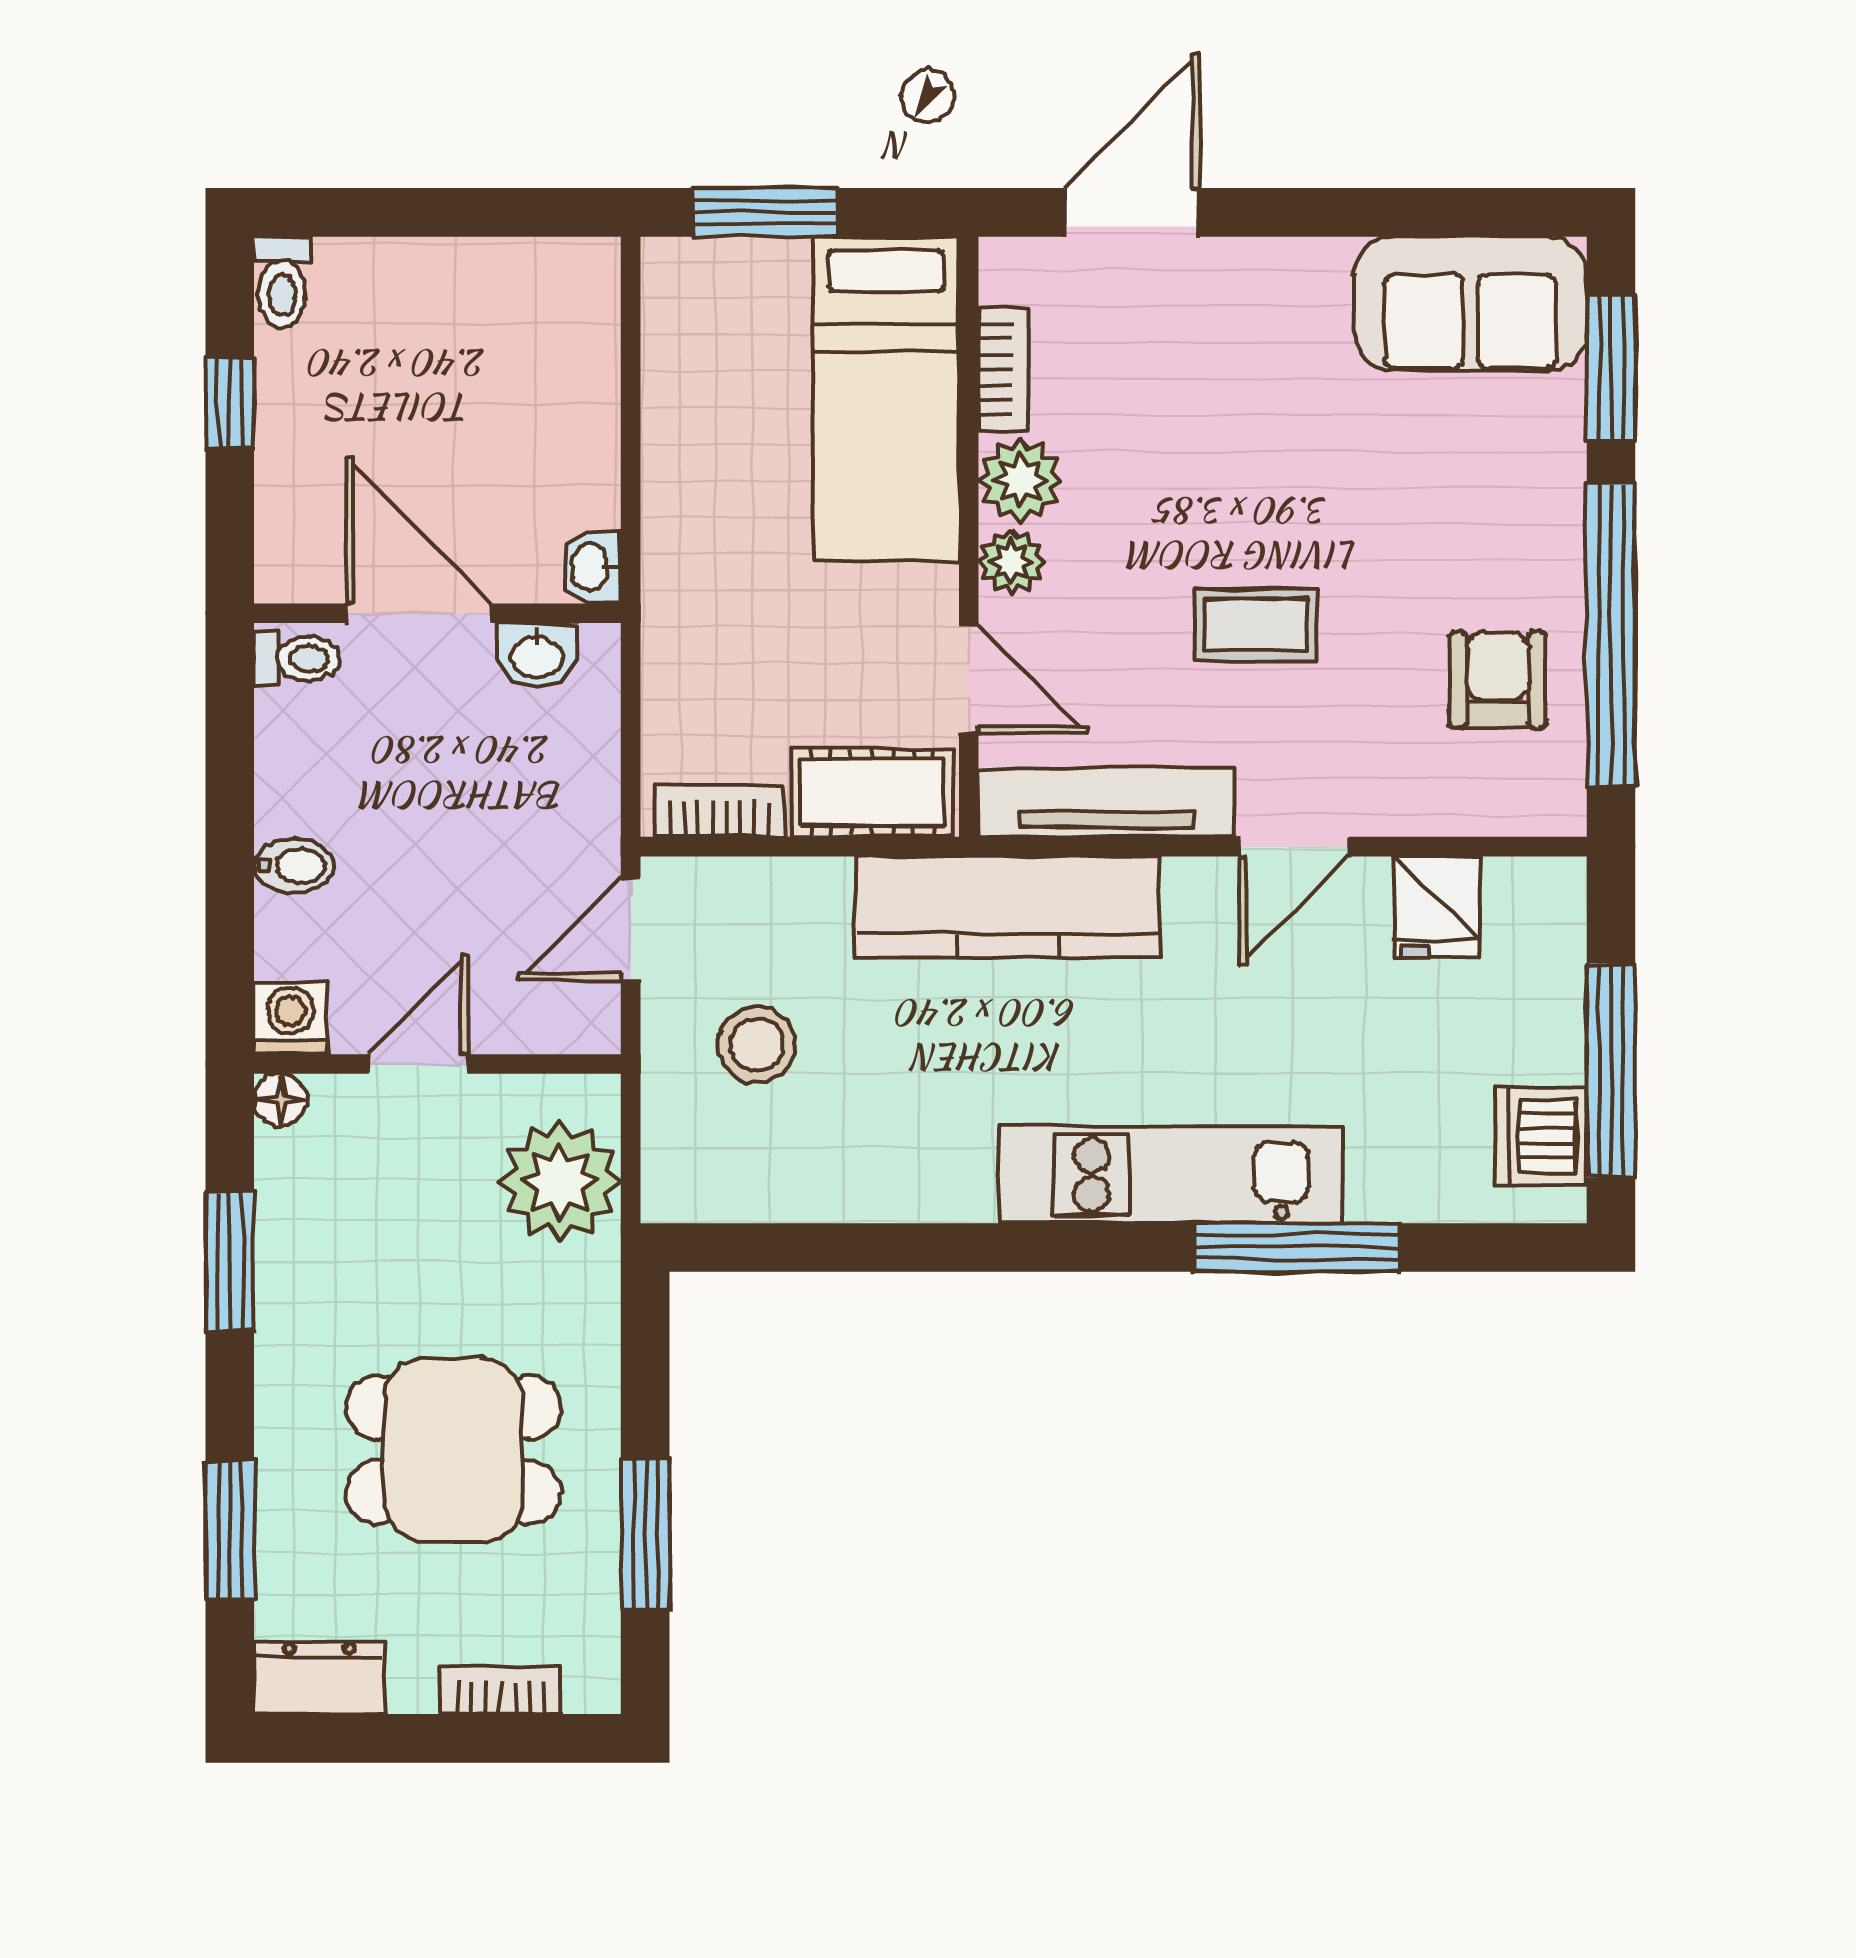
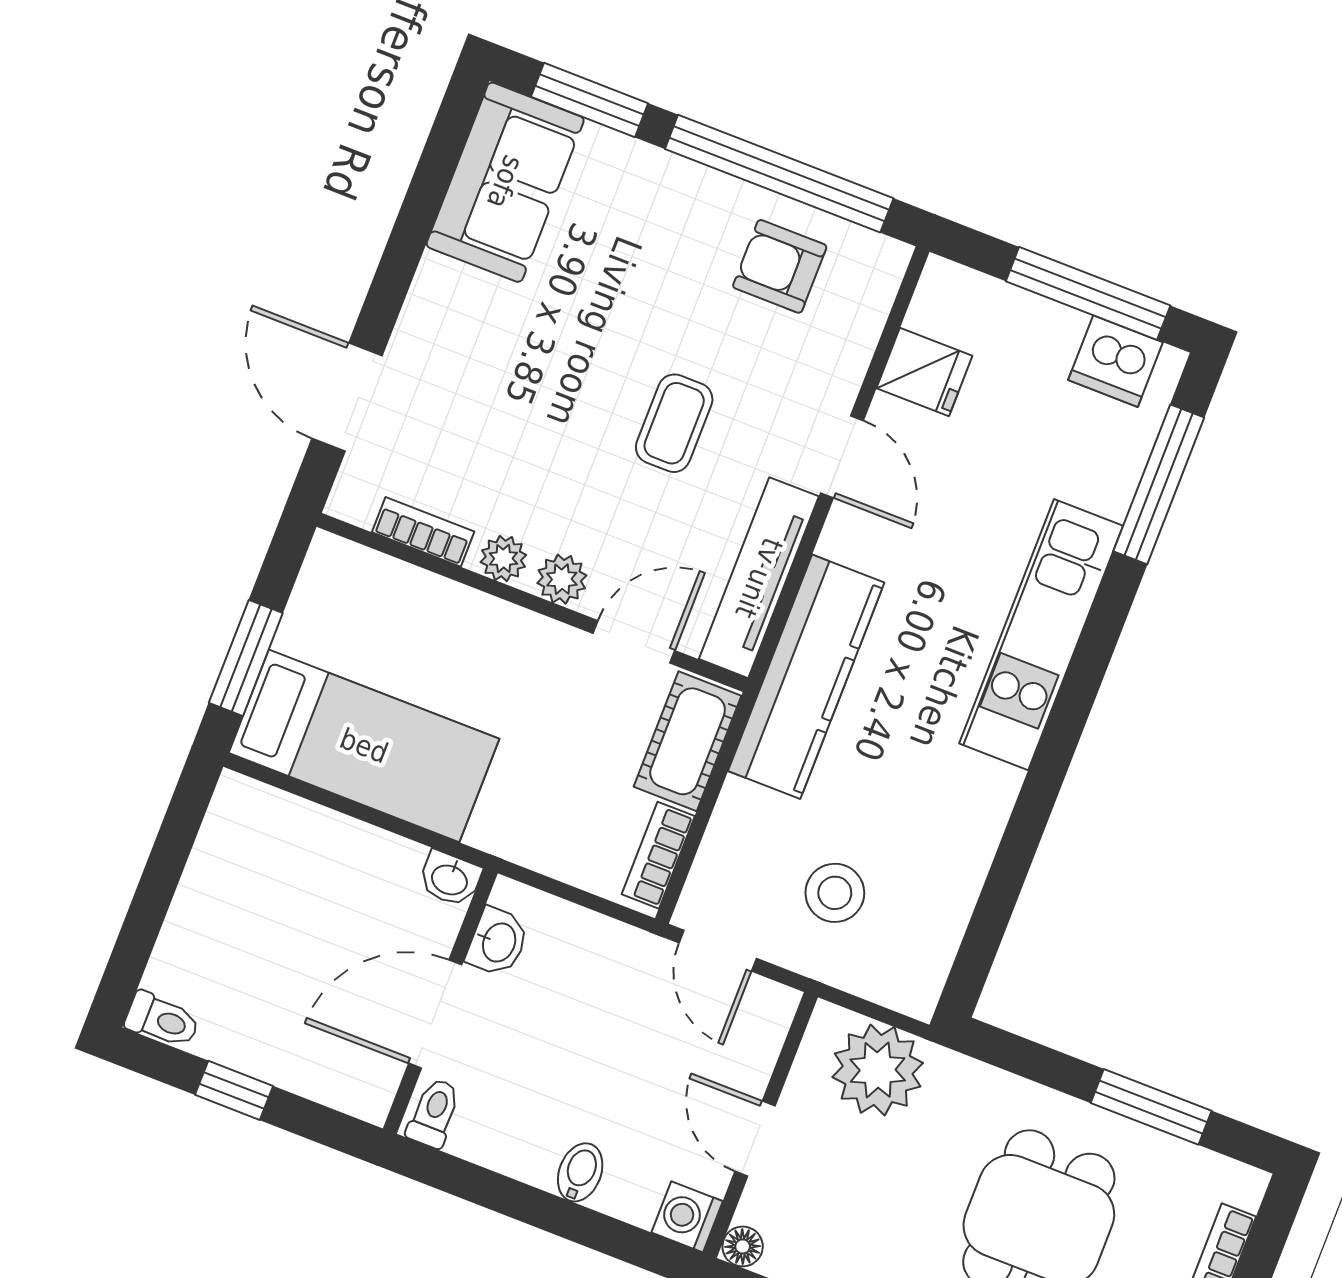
bed: (886, 399) -> (364, 746), moved
plant: (1020, 480) -> (503, 559), width x0.73, depth x0.73
window: (1297, 1247) -> (1159, 484), moved

